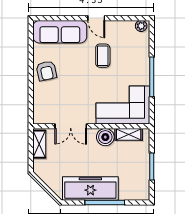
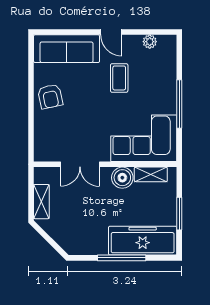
plant: (141, 26) -> (150, 42), moved
shelving: (39, 144) -> (41, 202), moved
freezer: (90, 188) -> (143, 241), moved

